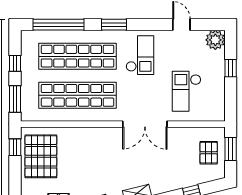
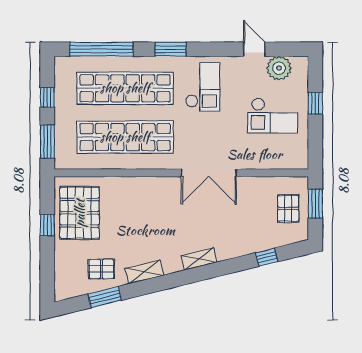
plant: (215, 40) -> (279, 68), moved
checkout: (187, 91) -> (273, 115), moved, turned -90
window: (15, 147) -> (47, 225), moved

